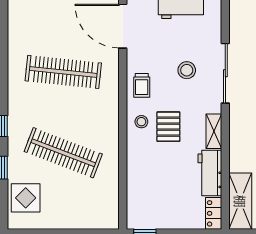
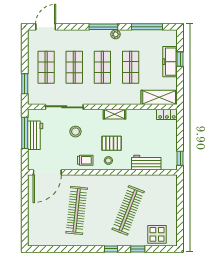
sliding door: (225, 73) -> (64, 107), moved
workbench: (210, 173) -> (146, 163), moved, turned 180

